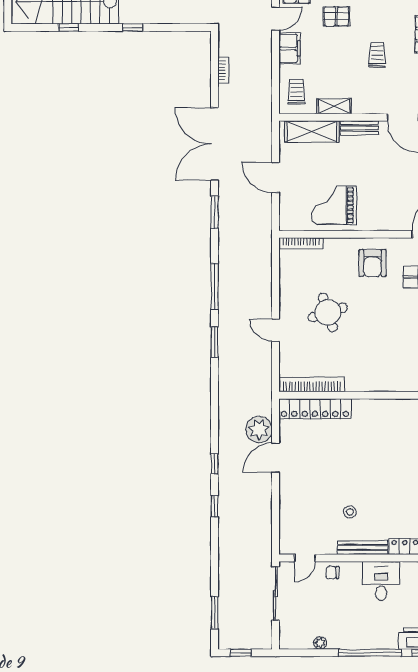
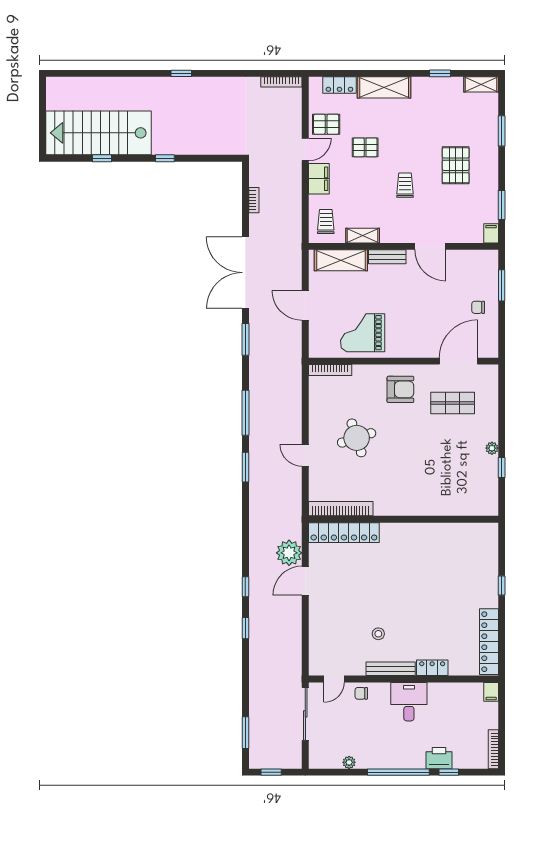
armchair: (373, 263) -> (400, 389), turned -90

